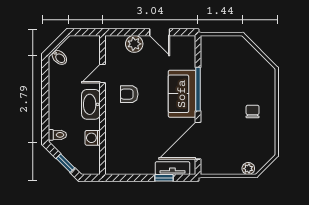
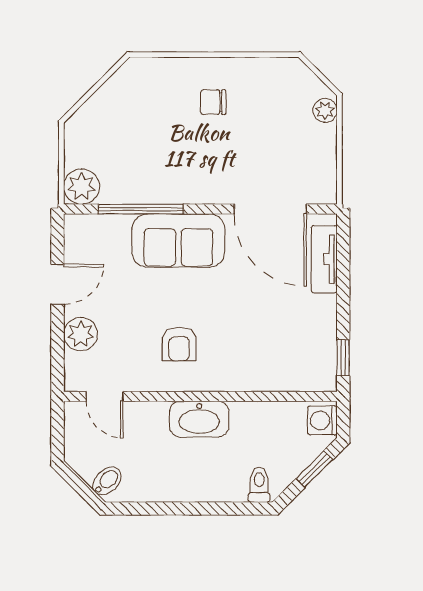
plant: (209, 44) -> (81, 187), added
door: (102, 74) -> (105, 396), moved
window: (198, 89) -> (141, 209), moved
washing machine: (93, 138) -> (322, 421), moved, turned 90
window: (164, 178) -> (343, 358), moved

